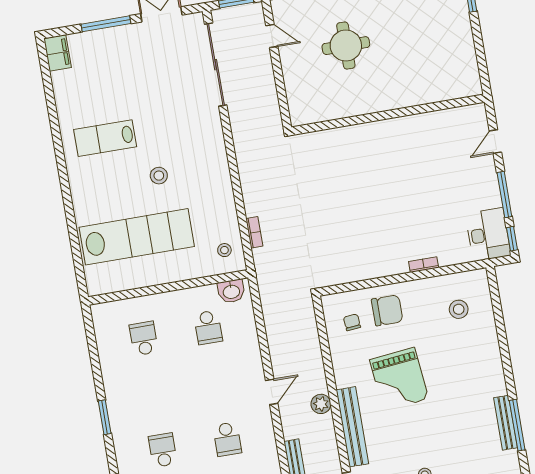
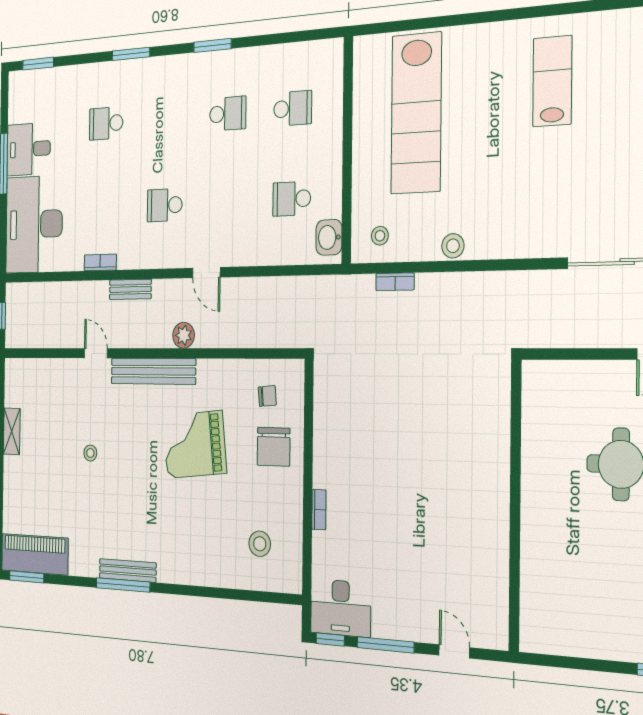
stool: (159, 176) -> (453, 246), moved
school desk: (163, 450) -> (228, 114), moved

